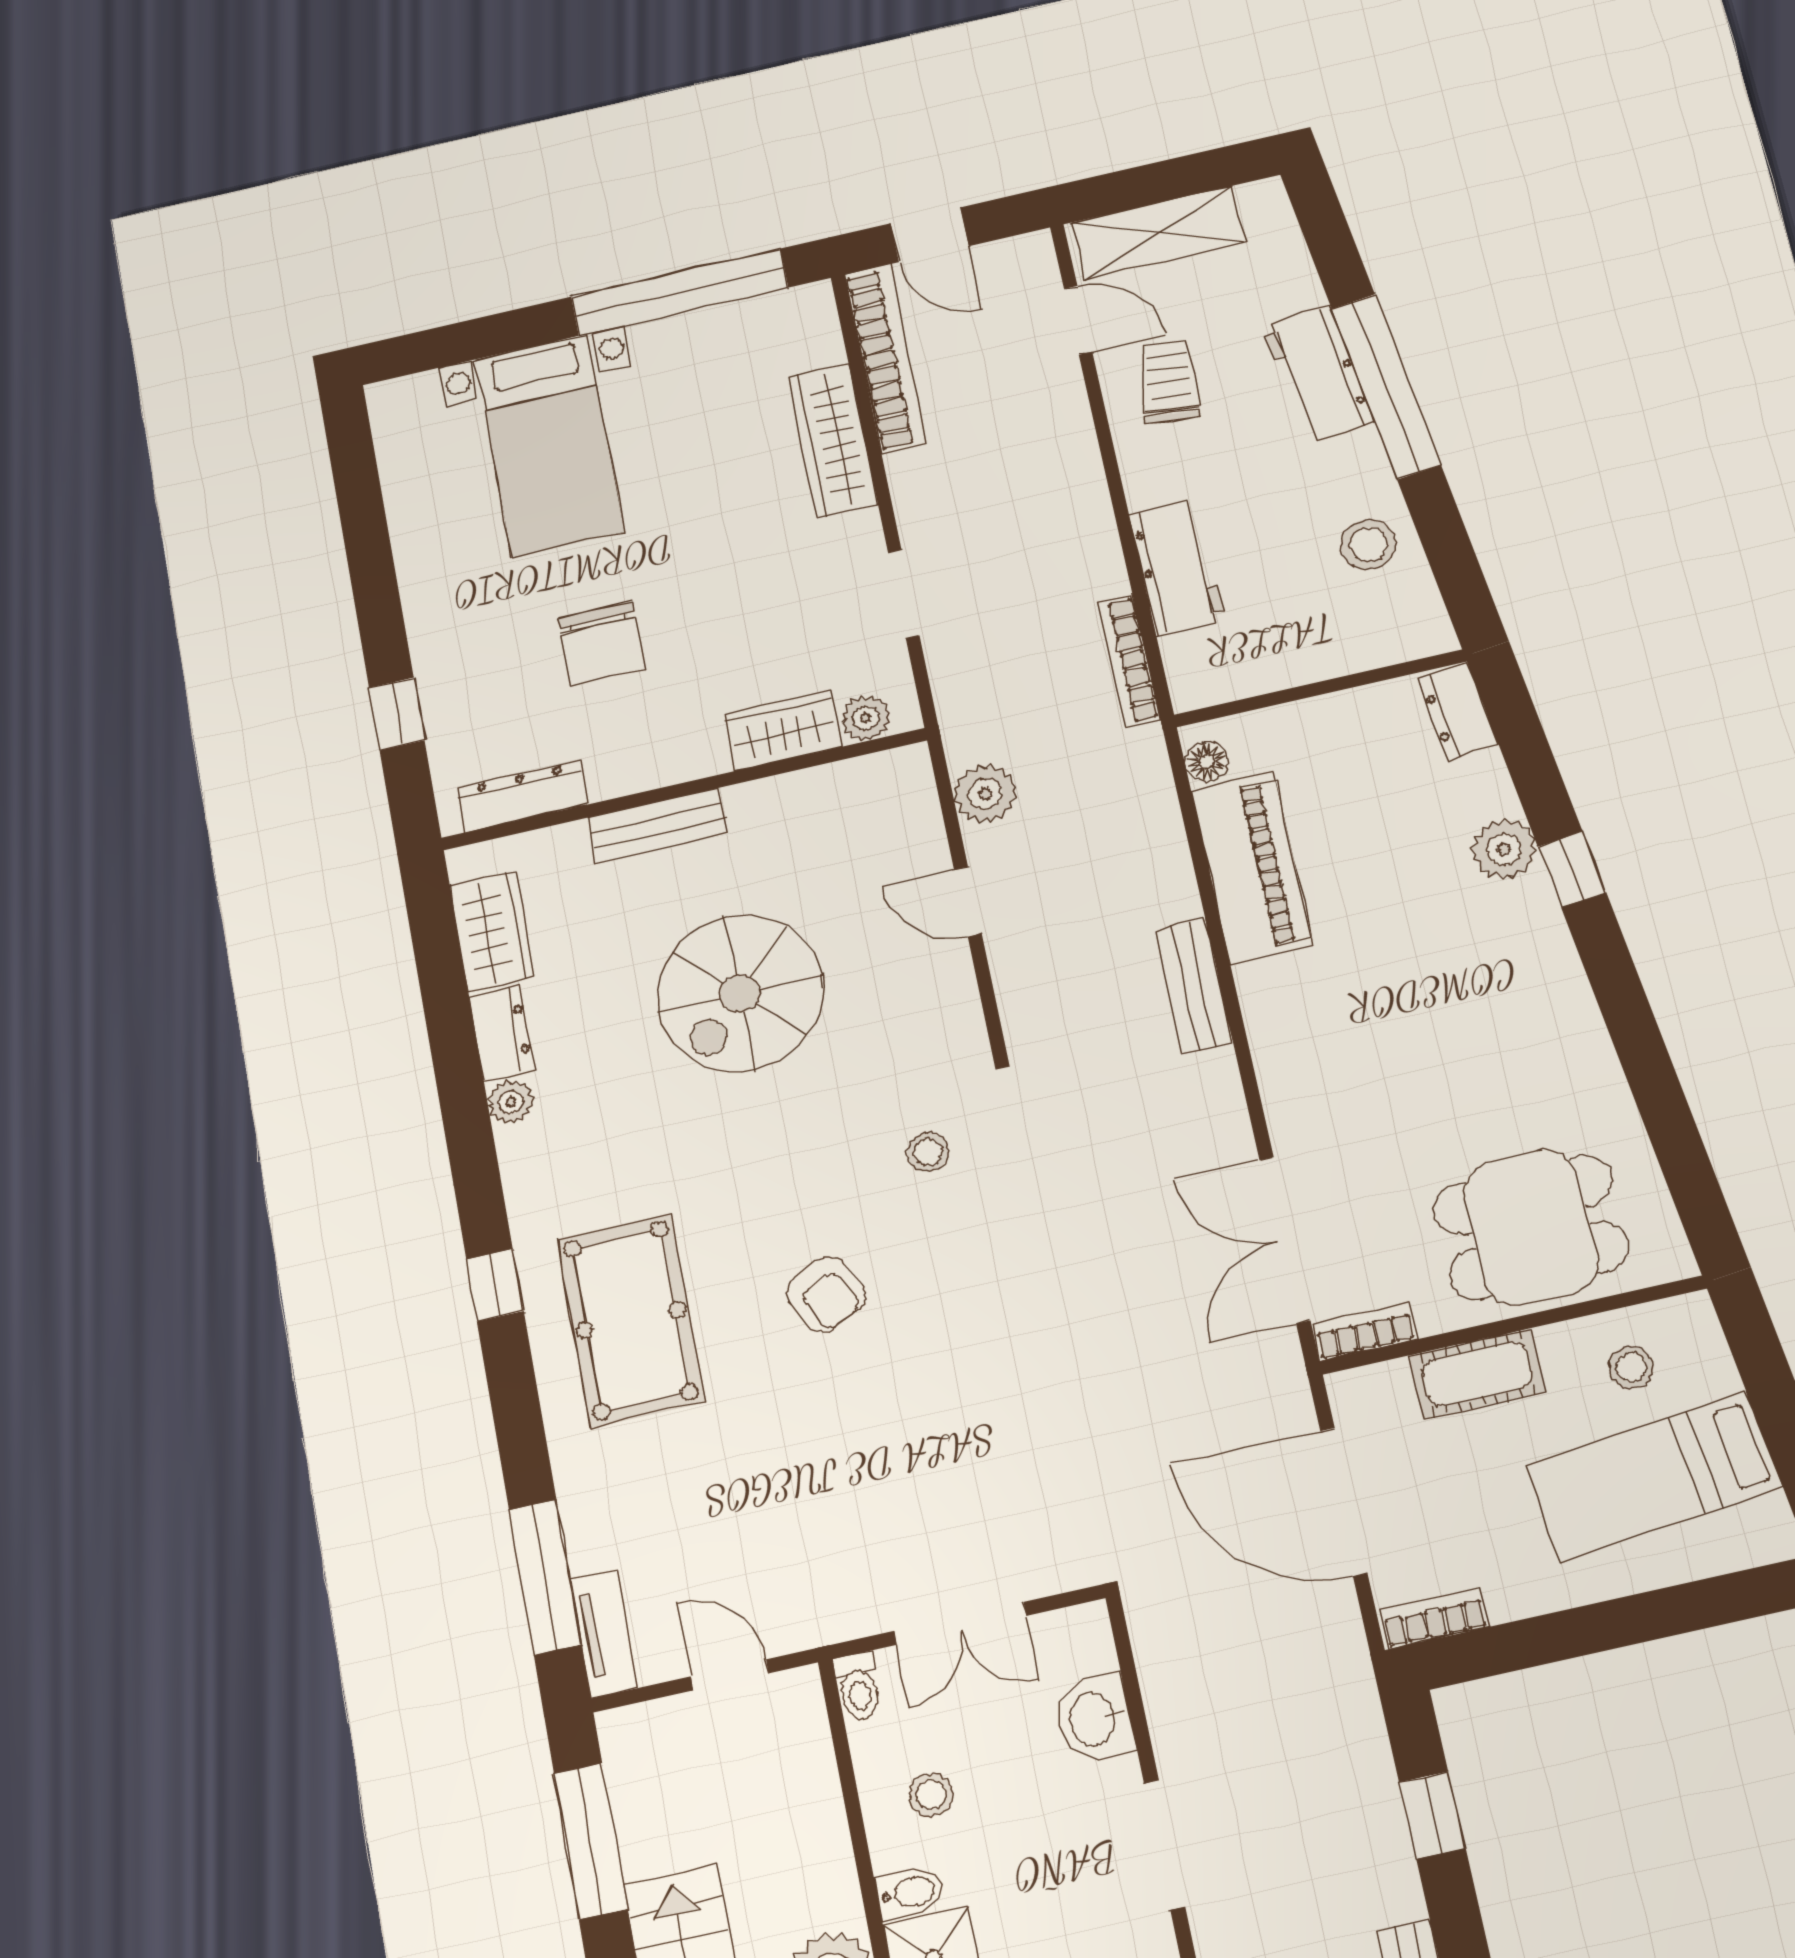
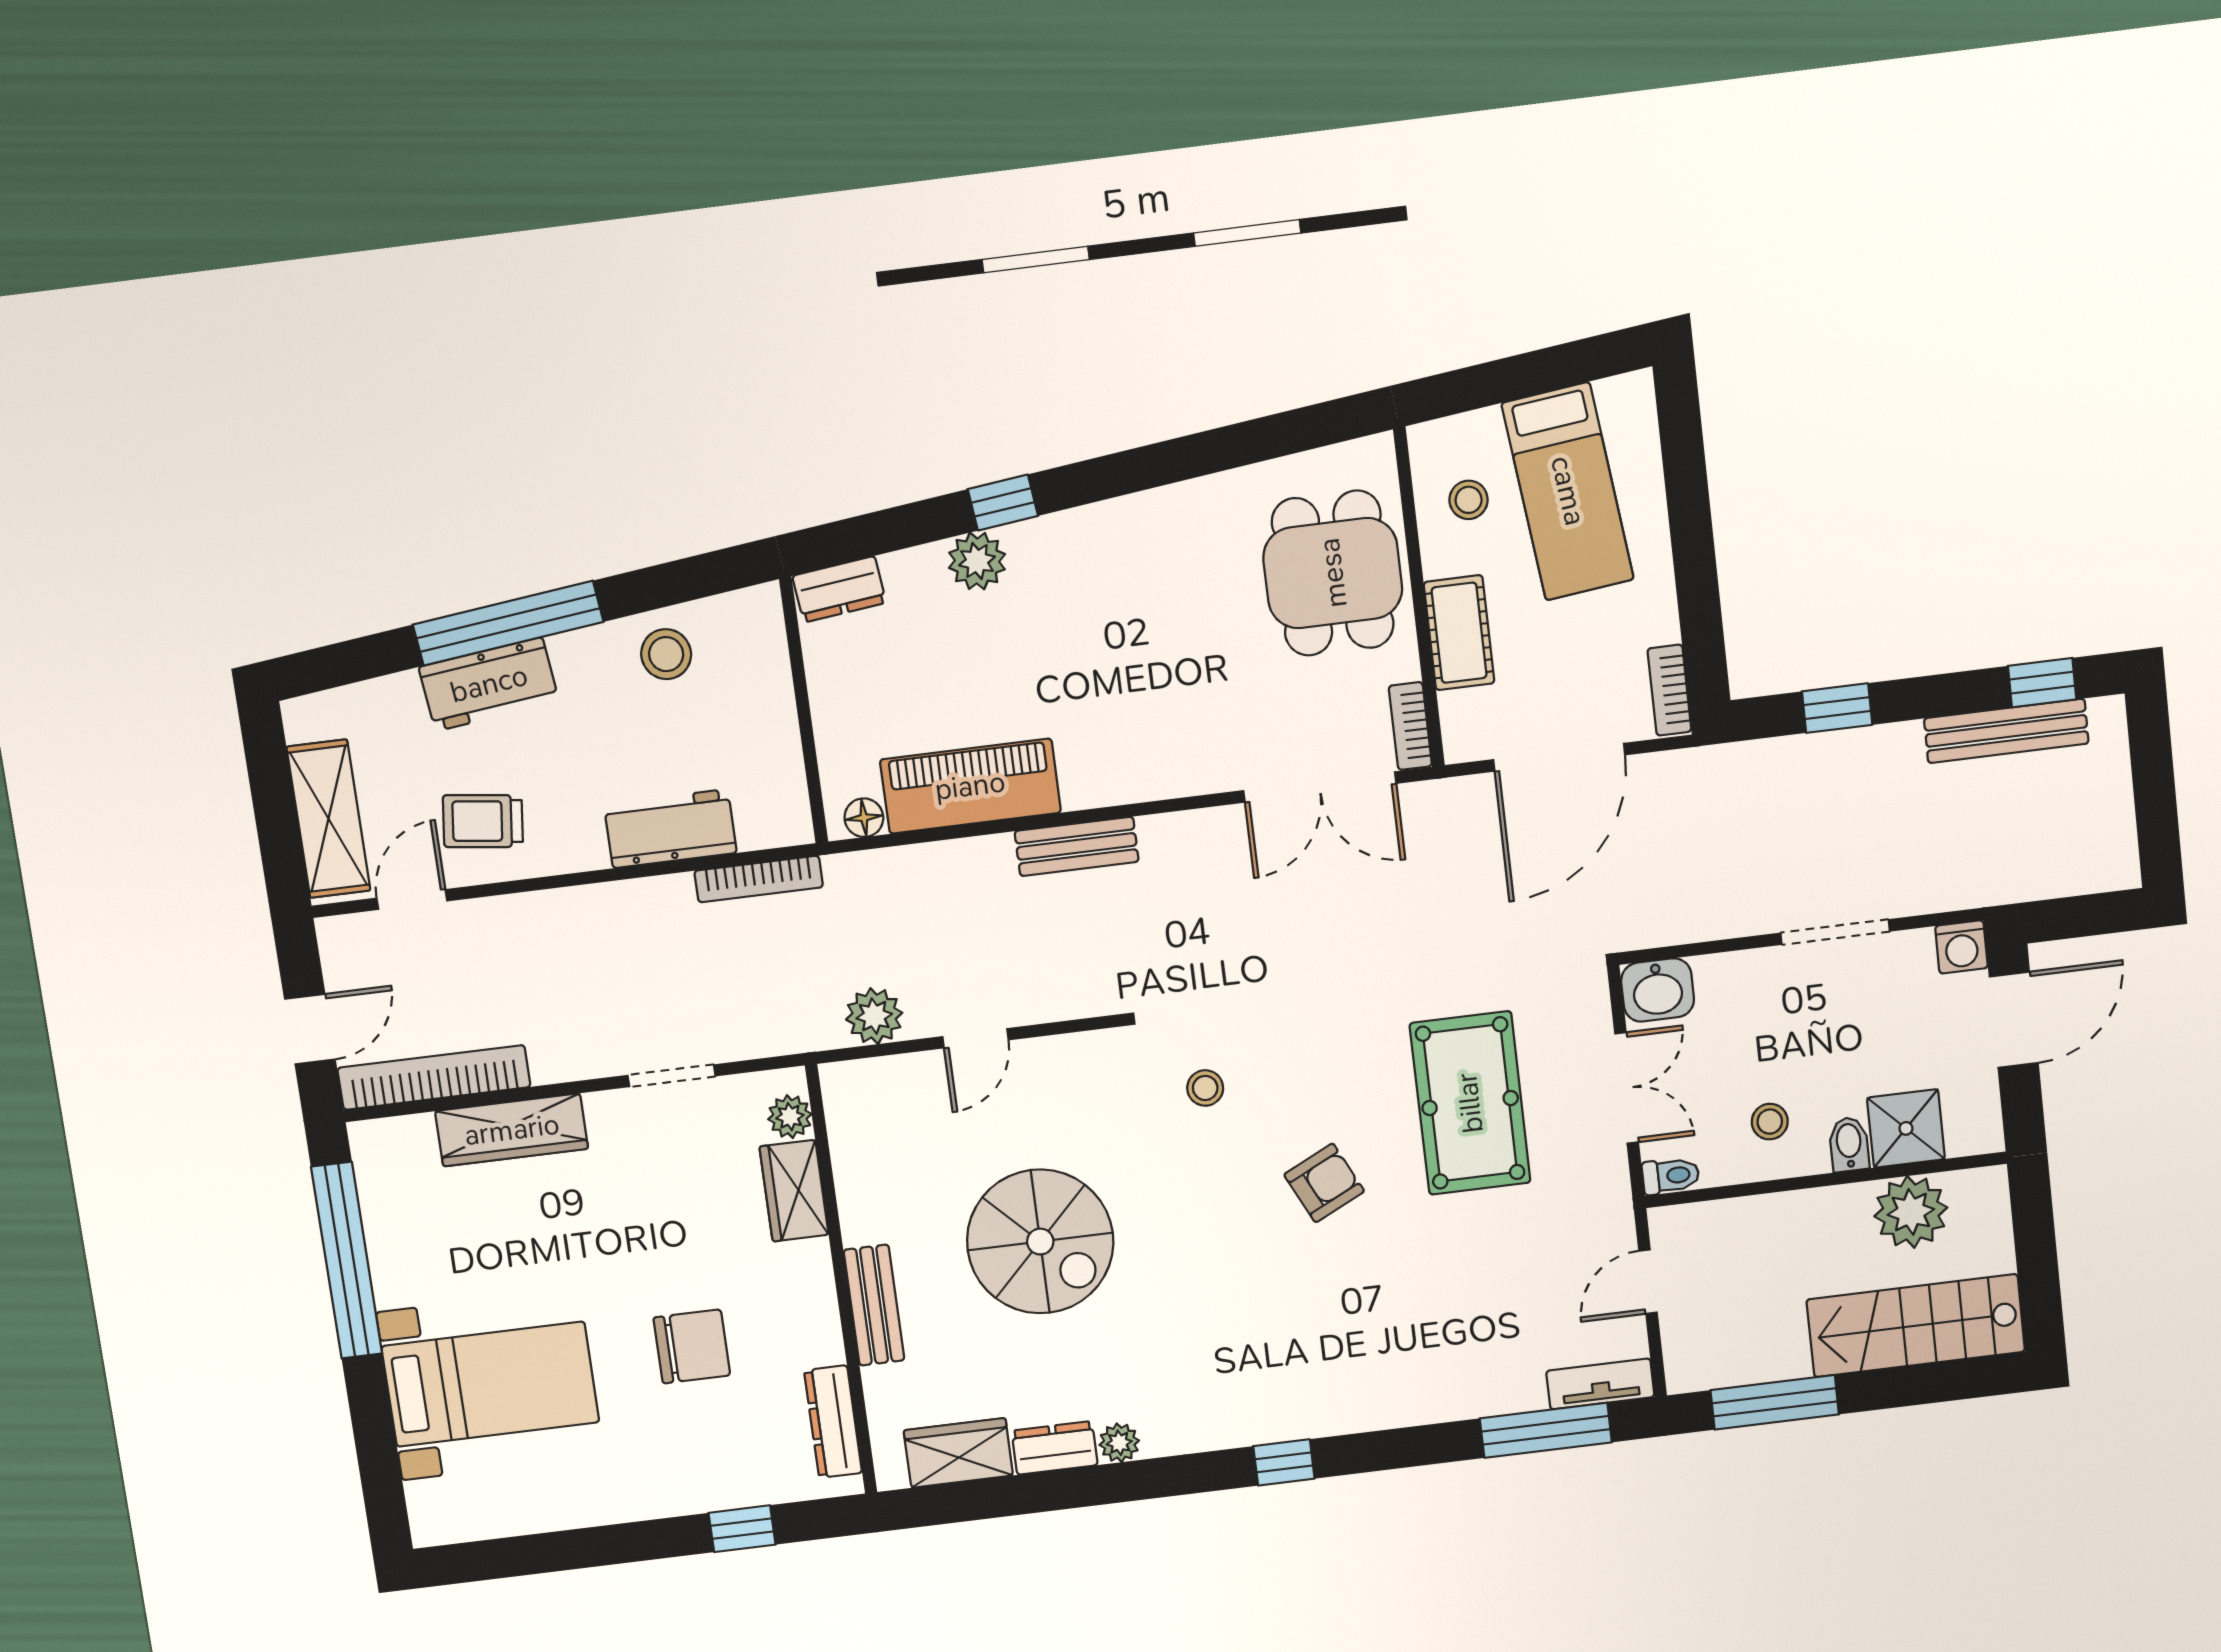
pool table: (631, 1320) -> (1470, 1103), moved, turned 90
washbasin: (1094, 1719) -> (1658, 990), moved

